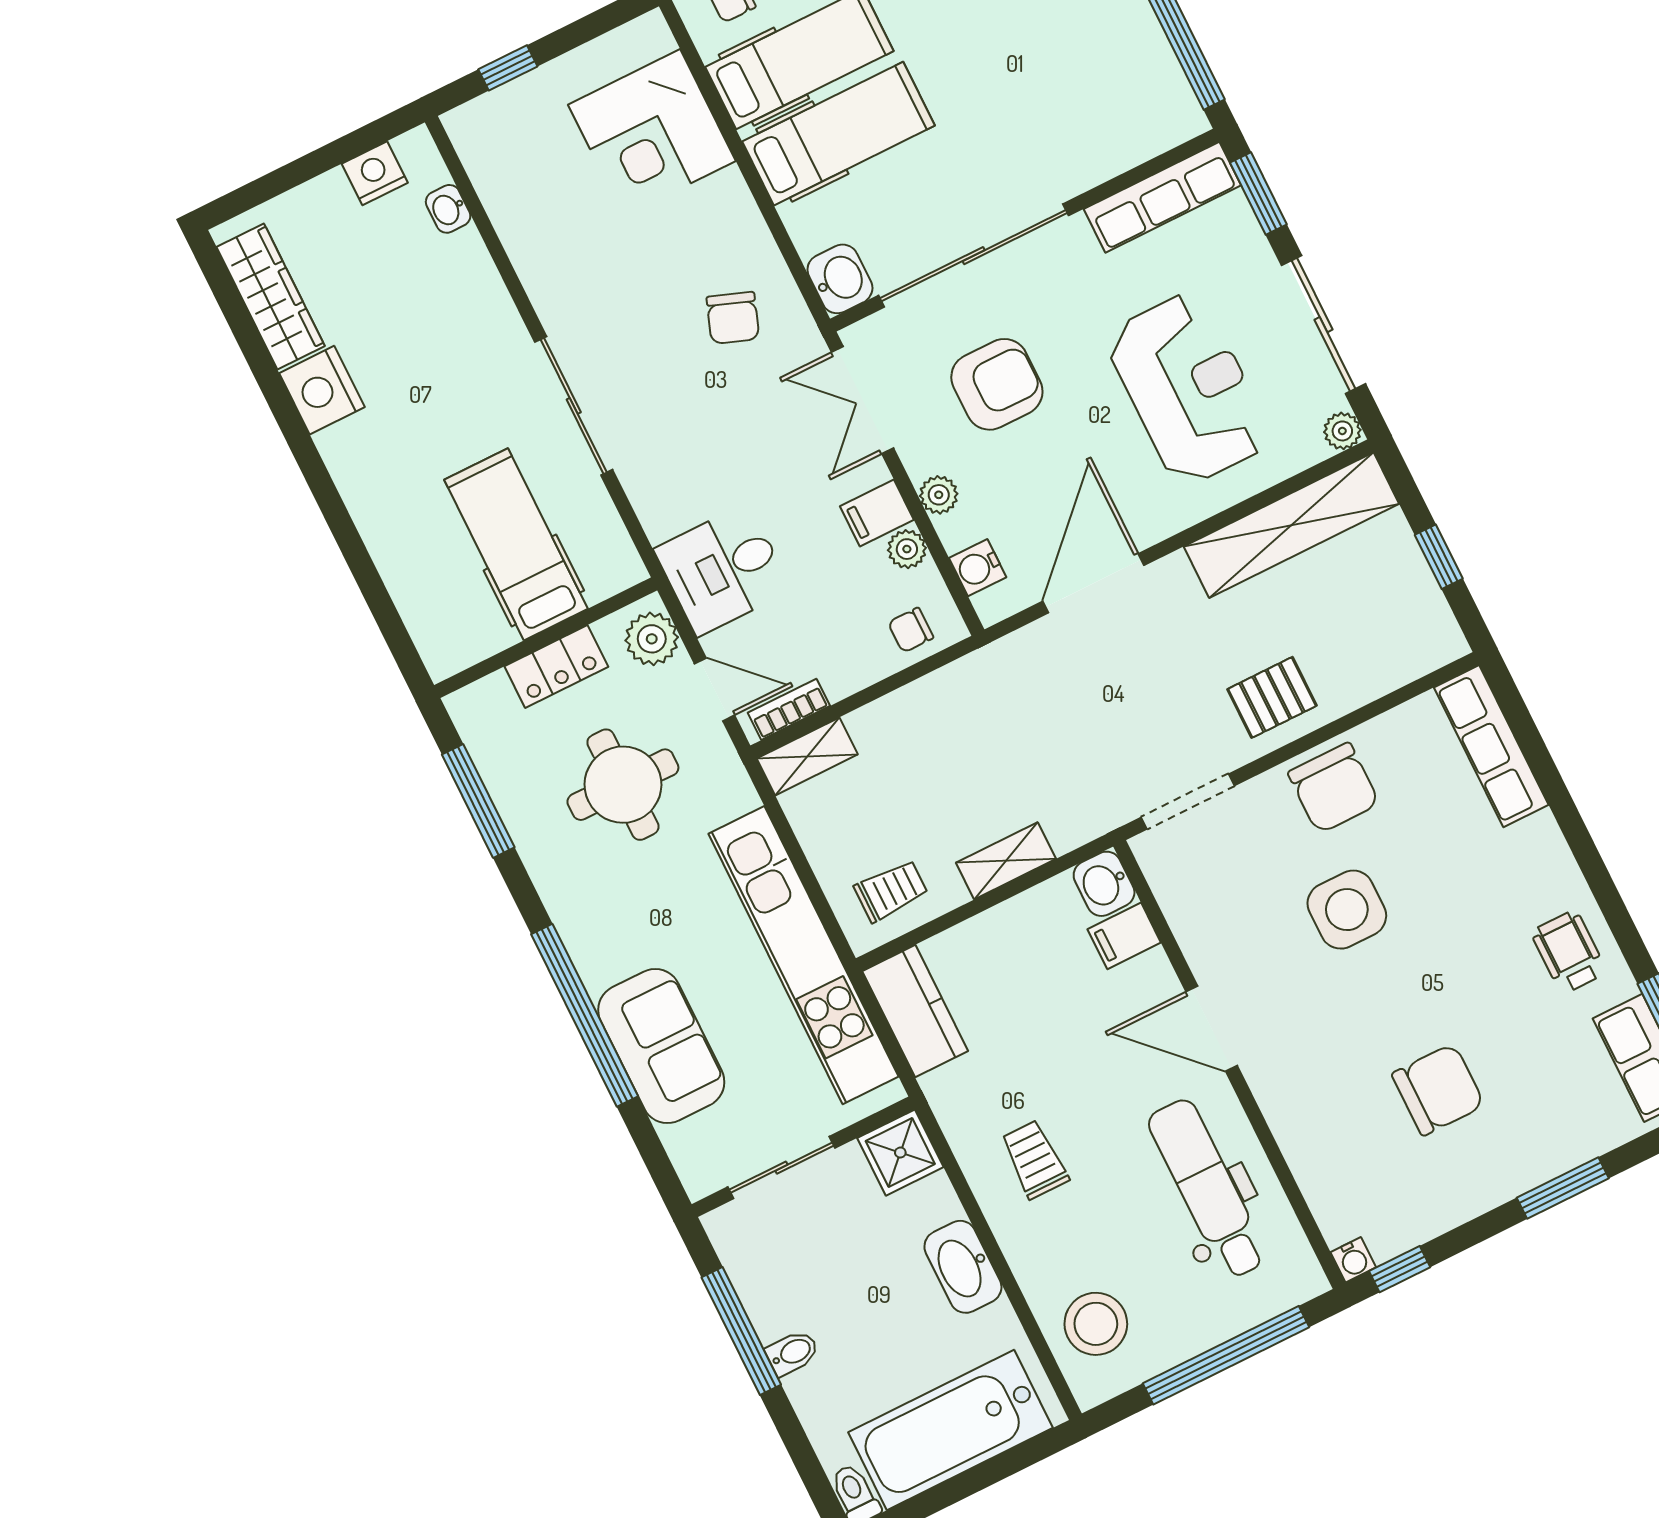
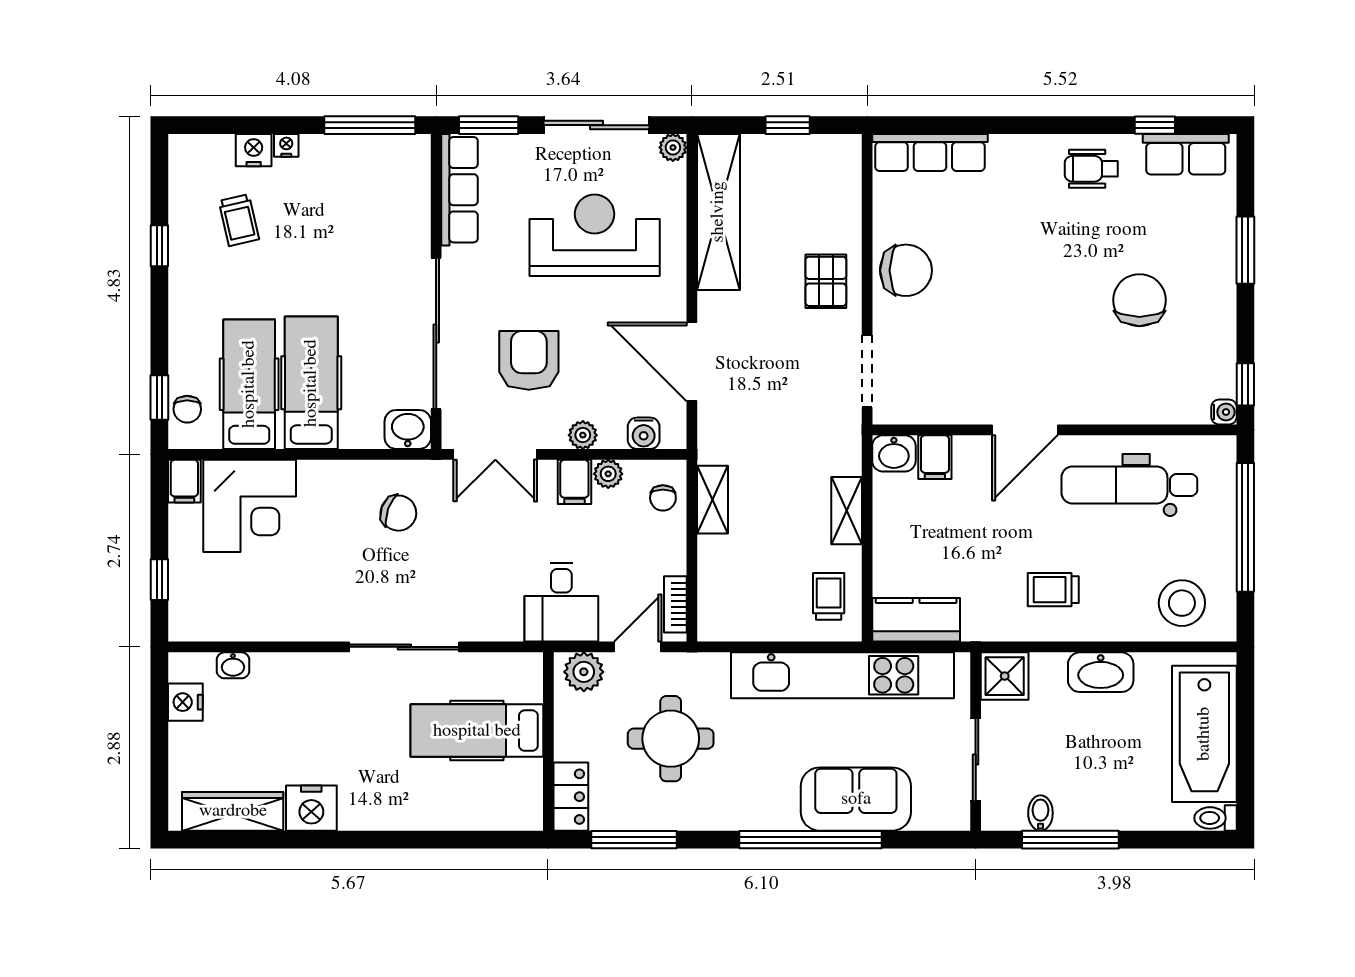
filing cabinet: (643, 39) -> (184, 481), added
locker: (556, 667) -> (571, 797), moved
shelving: (807, 756) -> (712, 500), moved
side table: (1347, 910) -> (991, 301), removed
bidet: (792, 1353) -> (1040, 813), moved

